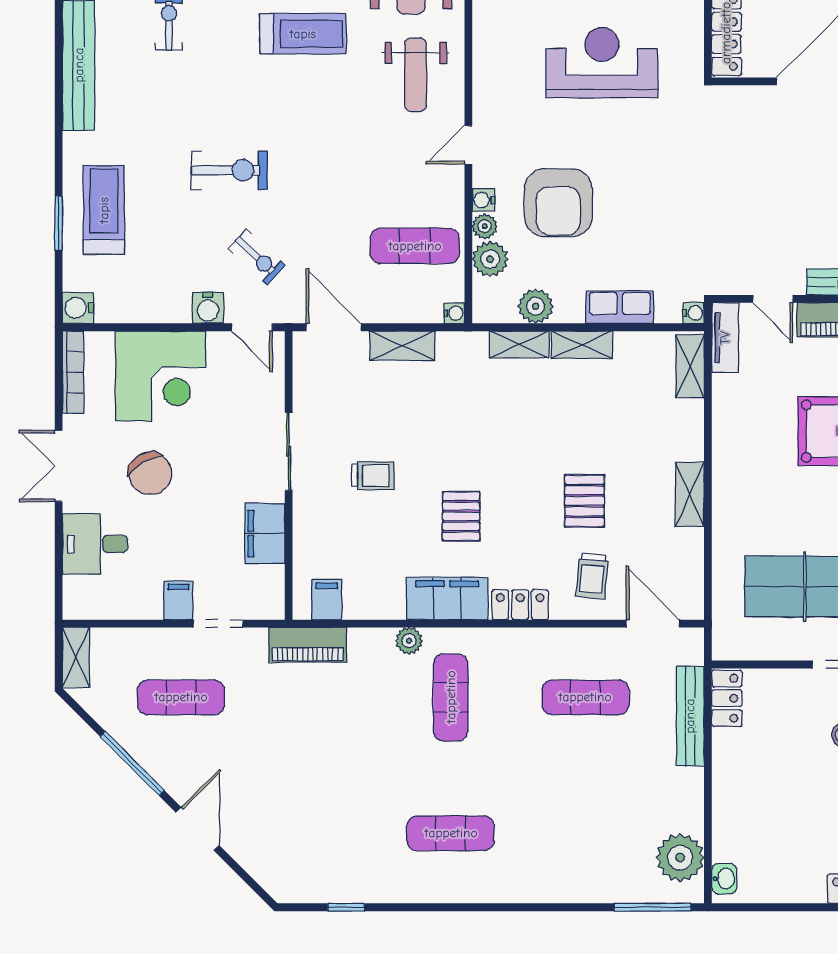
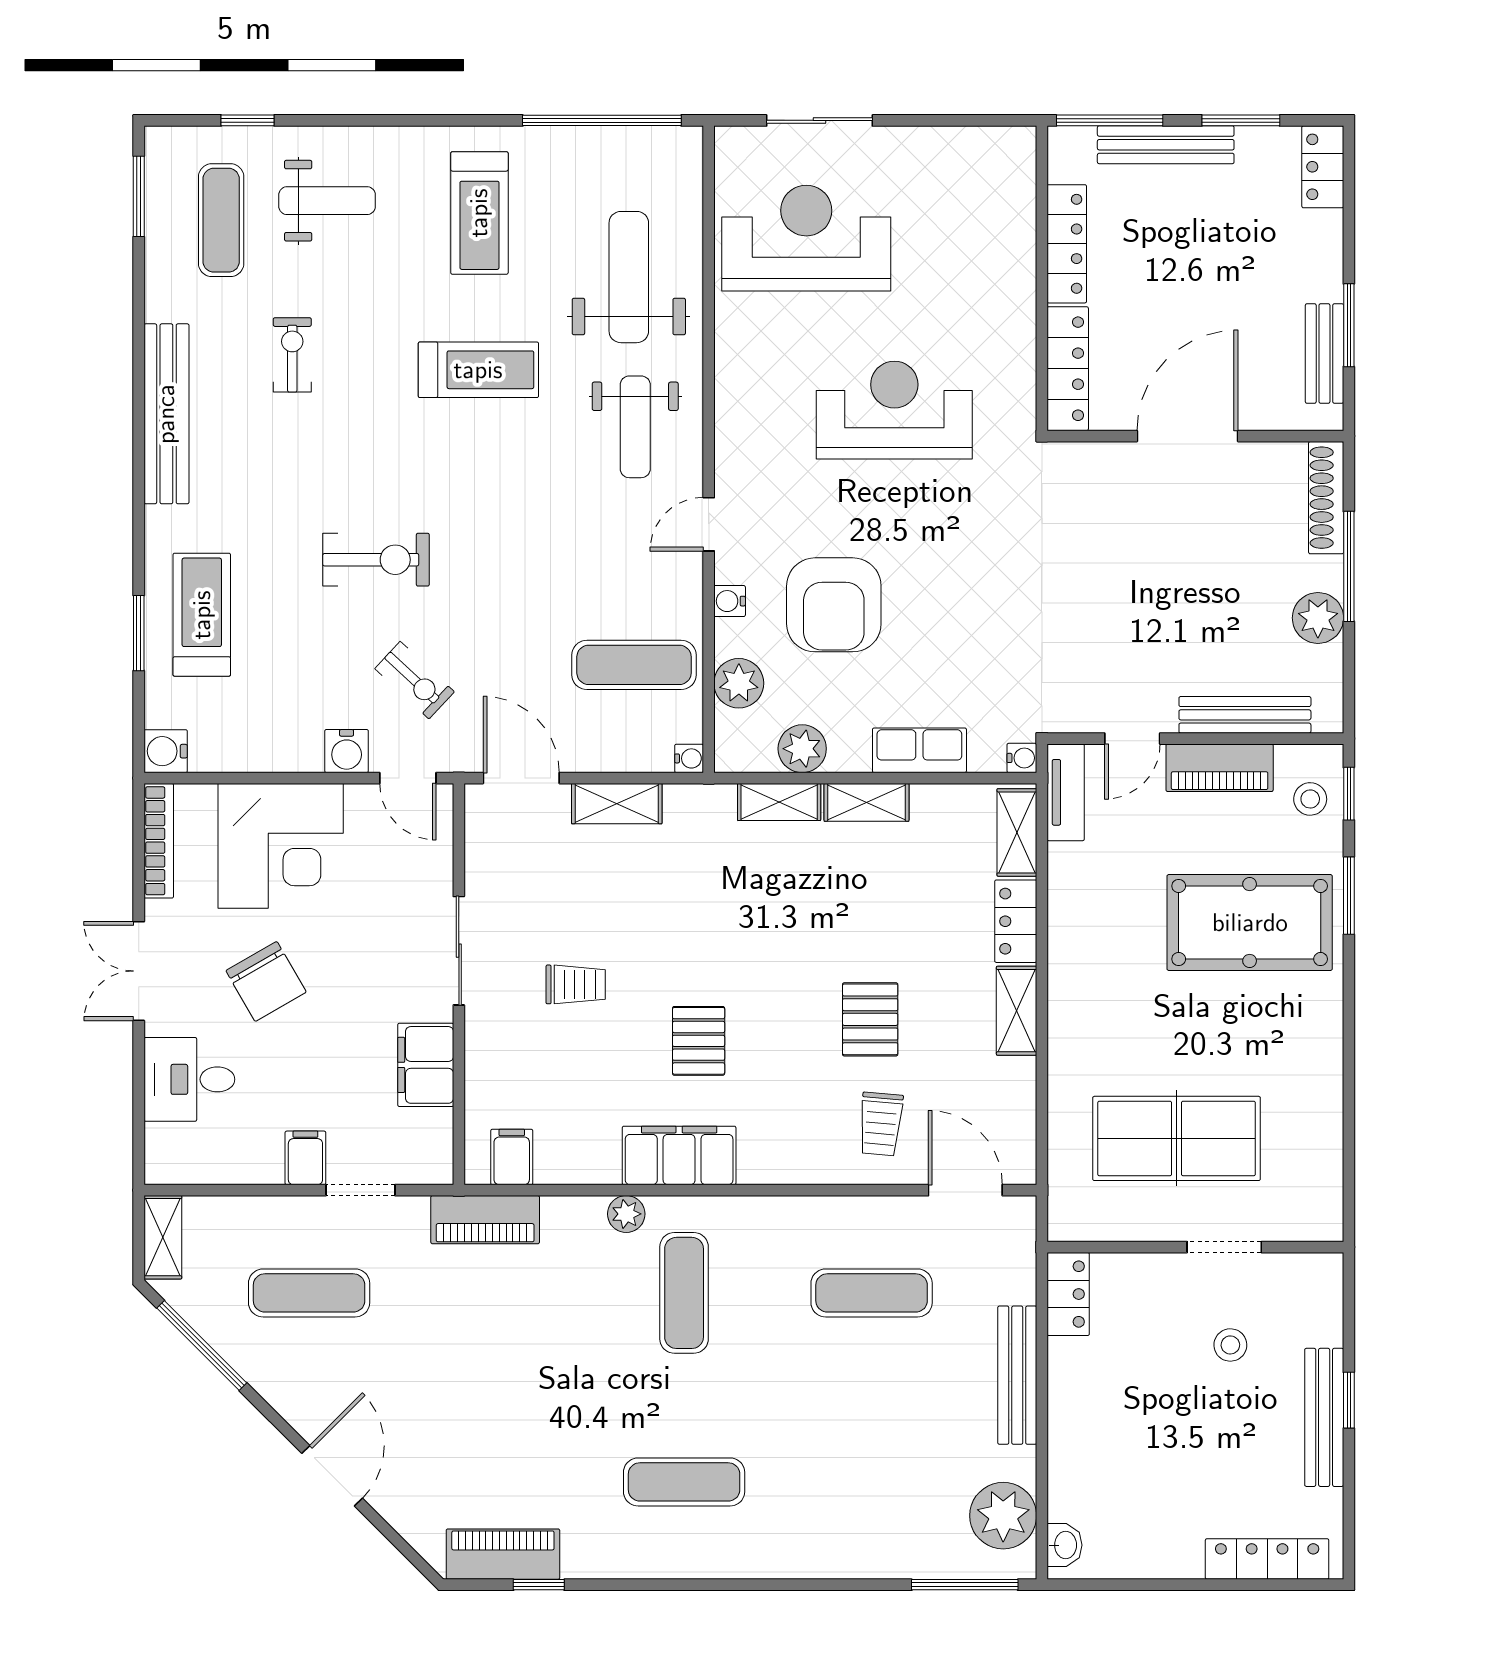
plant: (485, 226) -> (731, 638), removed
door: (773, 299) -> (1132, 739), hinge flipped
locker: (520, 605) -> (1016, 921), moved, turned -90
bench: (690, 716) -> (1017, 1375), moved
window: (132, 763) -> (202, 1345), moved
piano: (320, 885) -> (503, 1554), added

